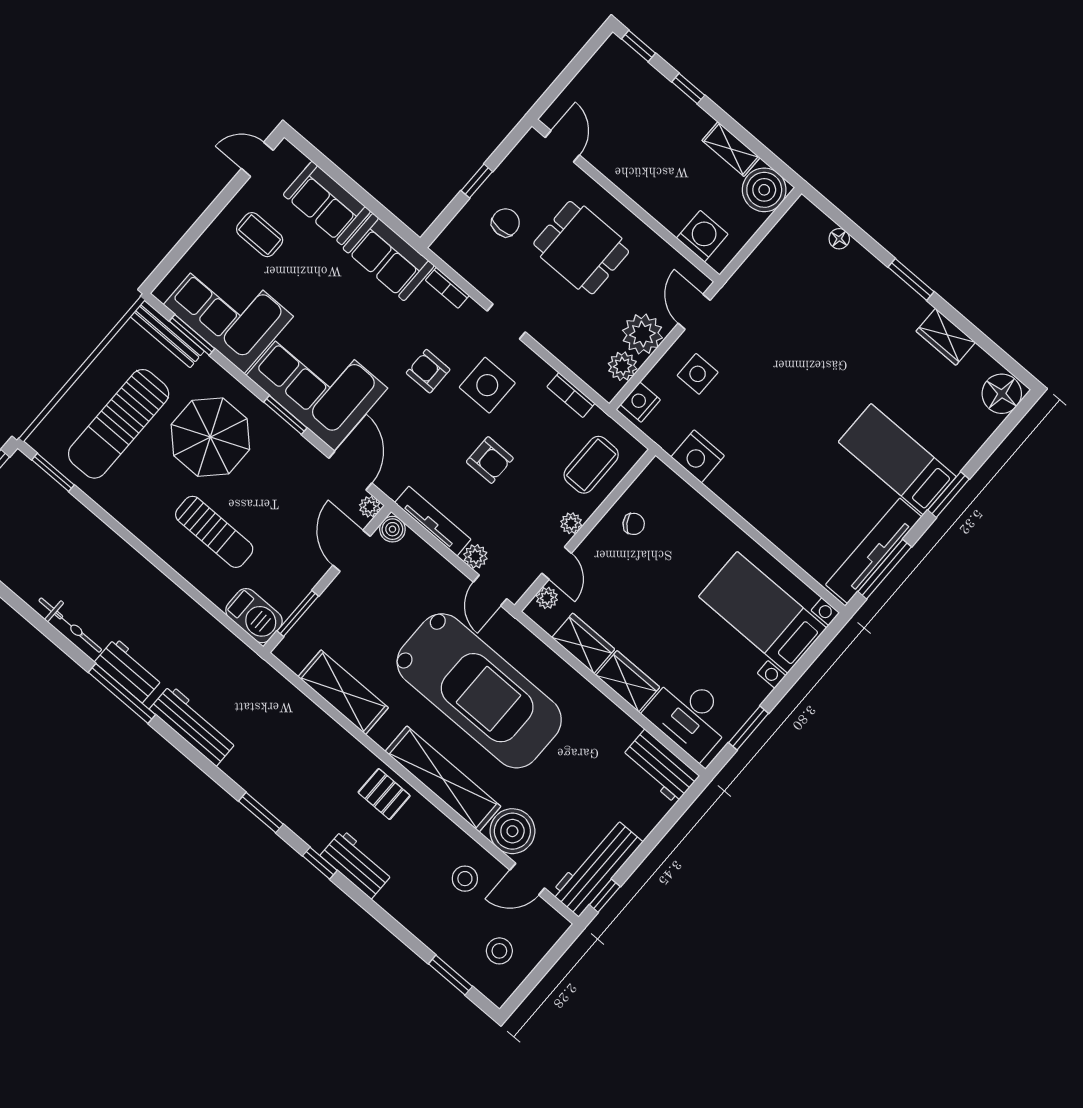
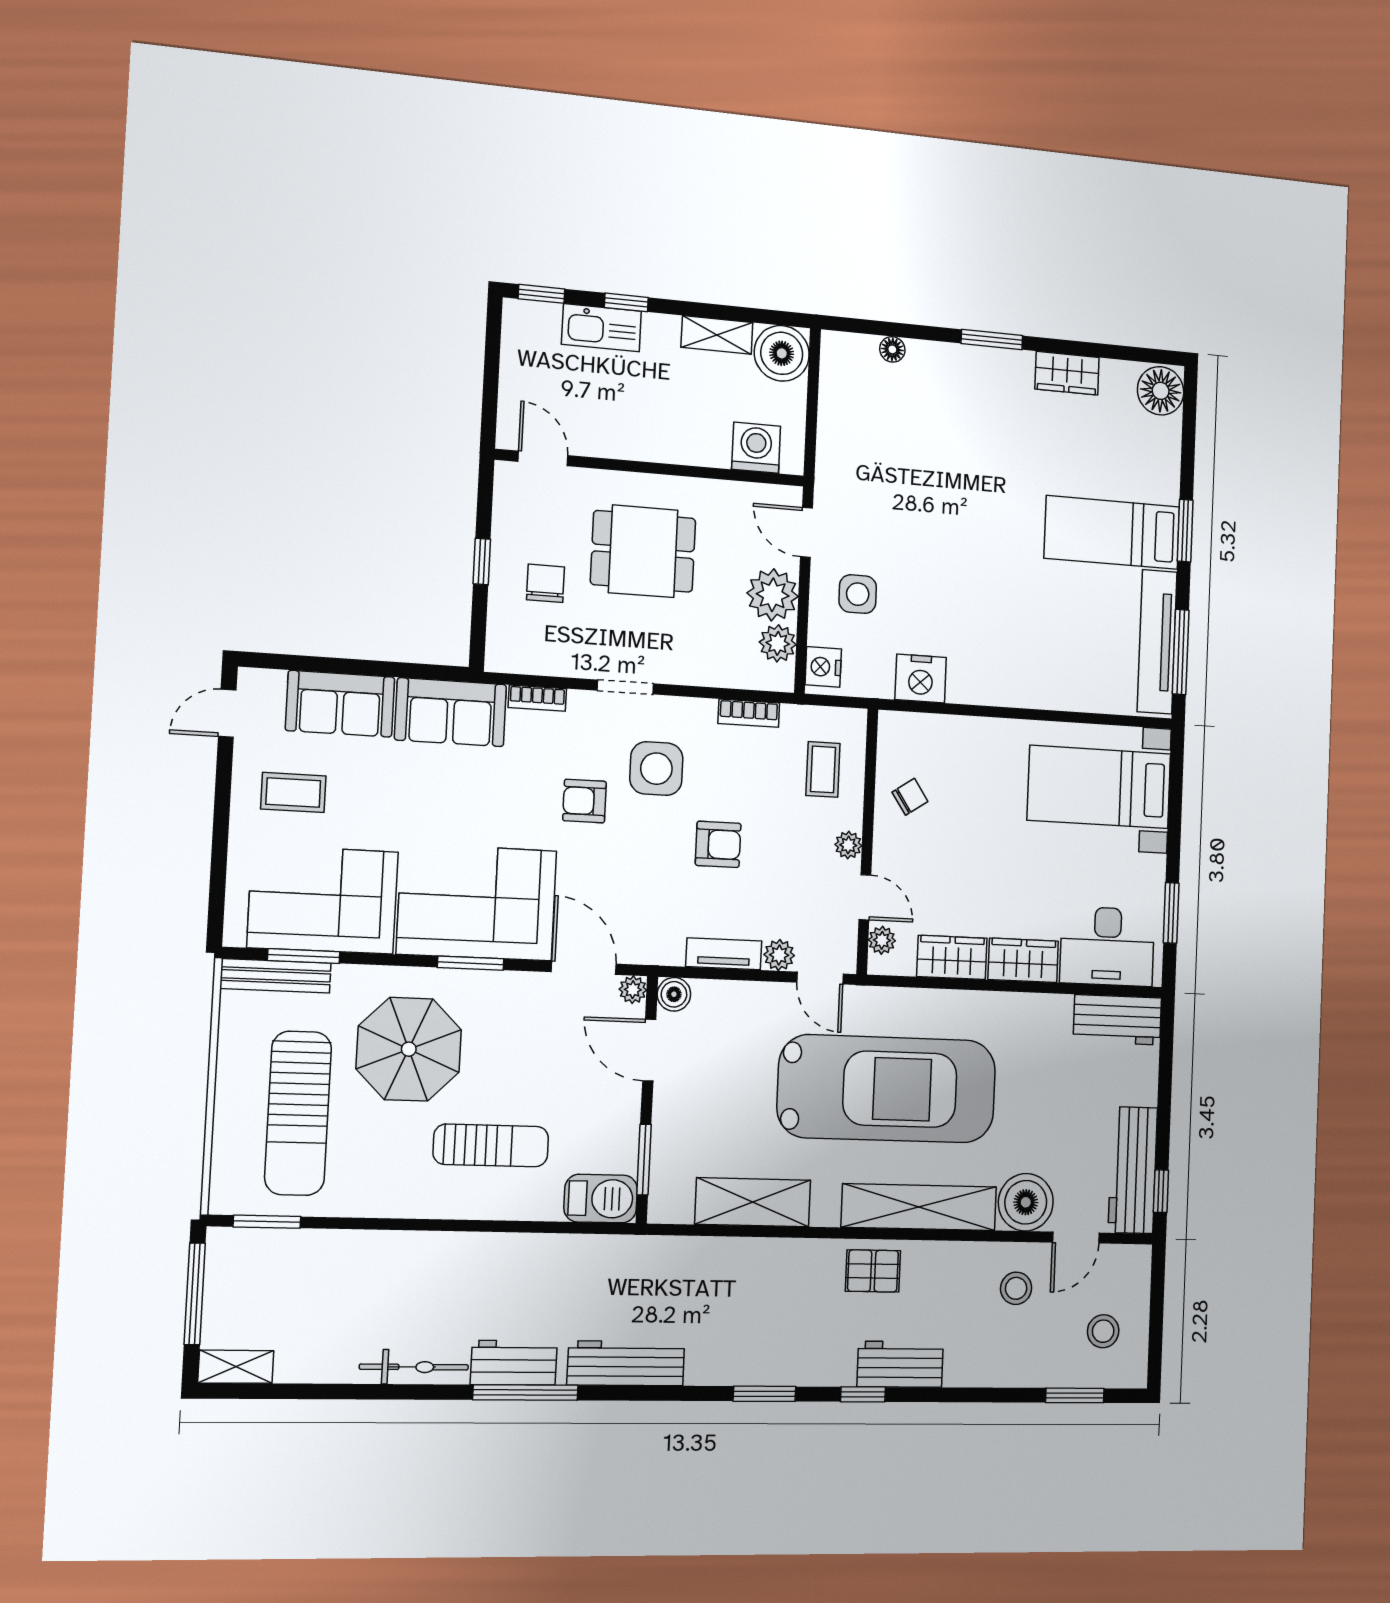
kitchen sink: (660, 93) -> (601, 328), added
coffee table: (591, 465) -> (823, 769), width x0.73, depth x0.77
tv unit: (433, 521) -> (724, 954), width x0.71

